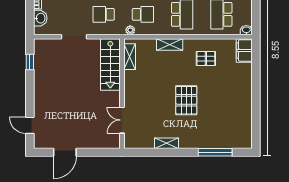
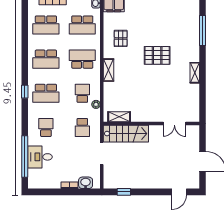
shelving: (130, 57) -> (119, 117), moved
stairs: (110, 64) -> (126, 134), moved
wall: (122, 94) -> (151, 123), moved
double door: (122, 120) -> (174, 123), moved

